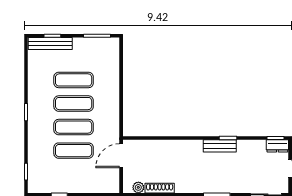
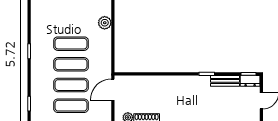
exercise mat: (74, 80) -> (71, 106), moved
plant: (112, 80) -> (105, 23), added
bench: (220, 146) -> (225, 81), moved

